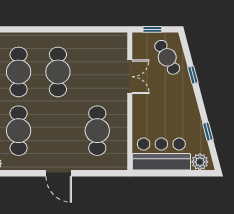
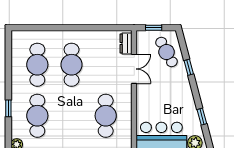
dresser: (121, 48) -> (126, 43), added

